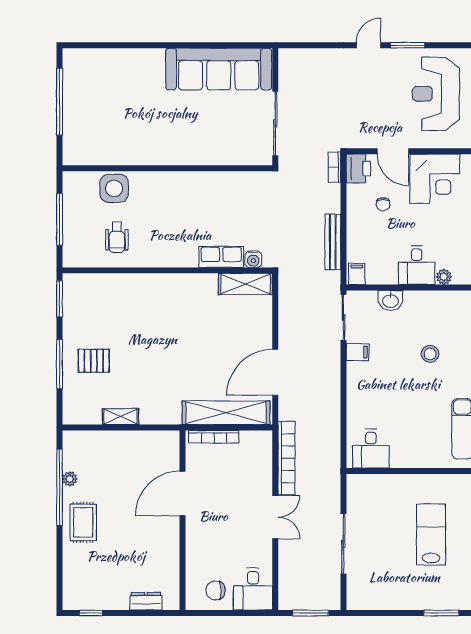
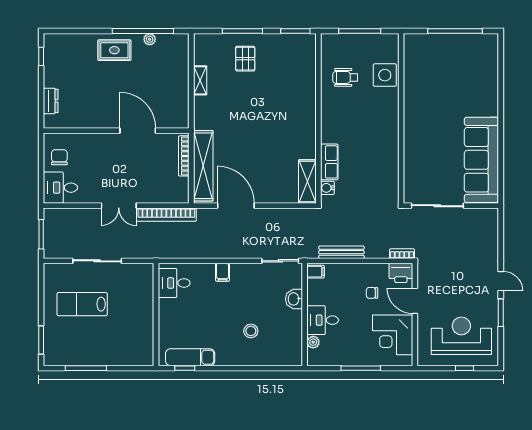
door: (393, 151) -> (415, 301), hinge flipped
filing cabinet: (358, 352) -> (223, 272), moved
lab bench: (431, 534) -> (82, 304), moved, turned 180

